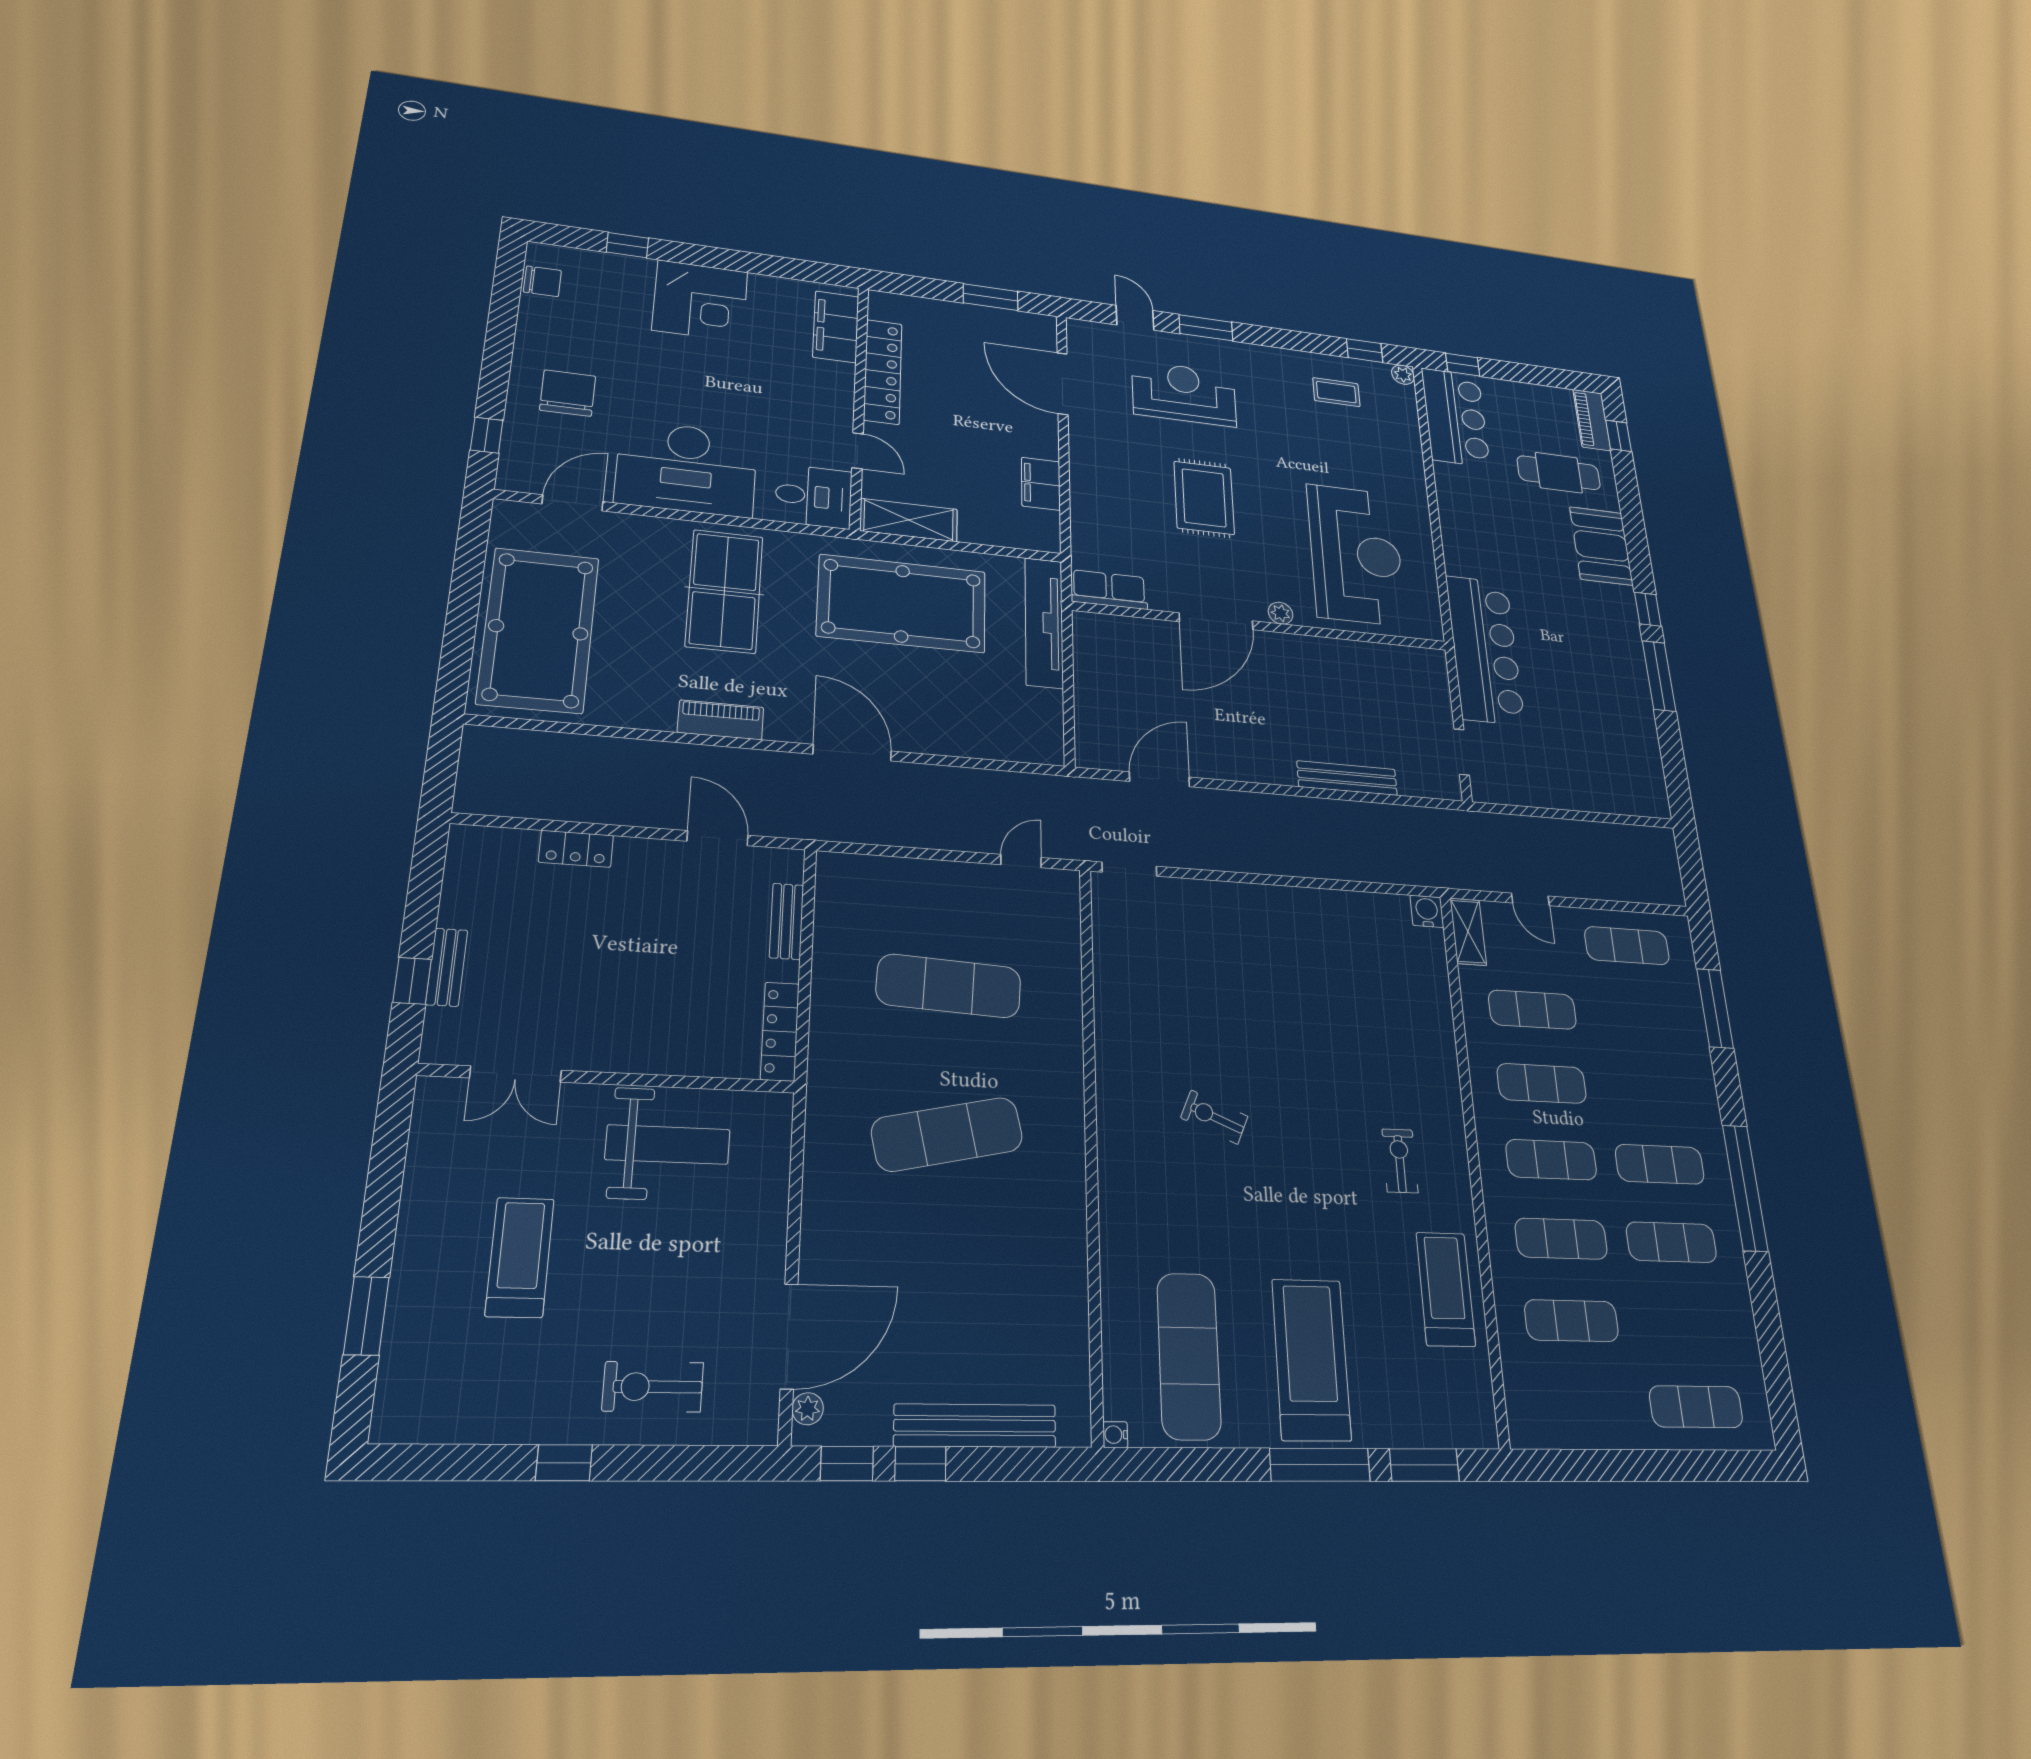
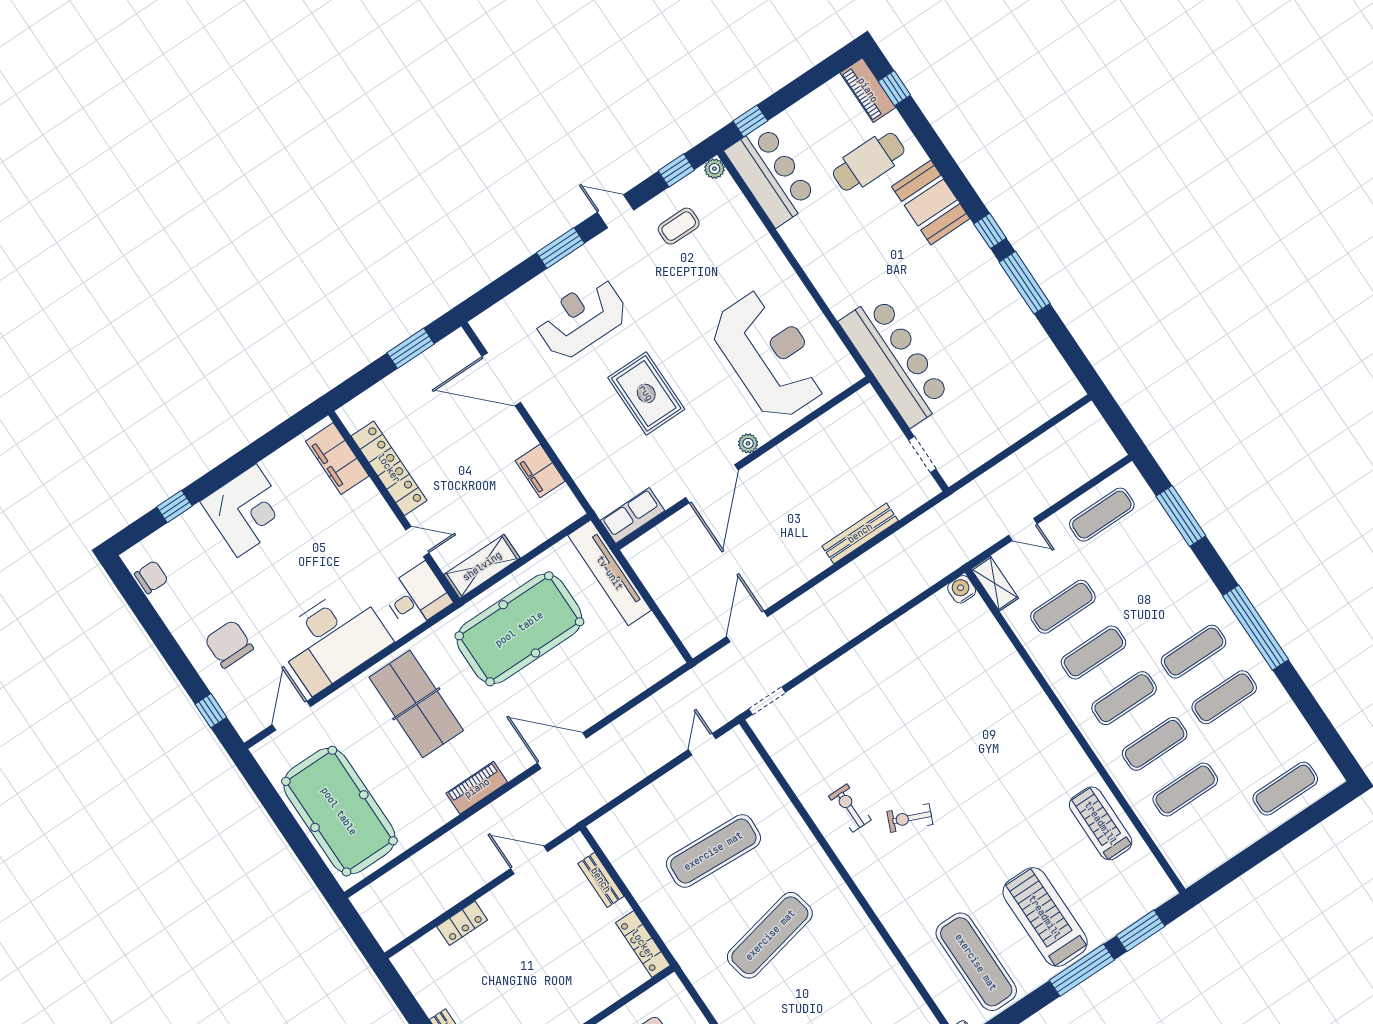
door: (1135, 318) -> (616, 211), moved
exercise bike: (1400, 1161) -> (850, 808), moved

